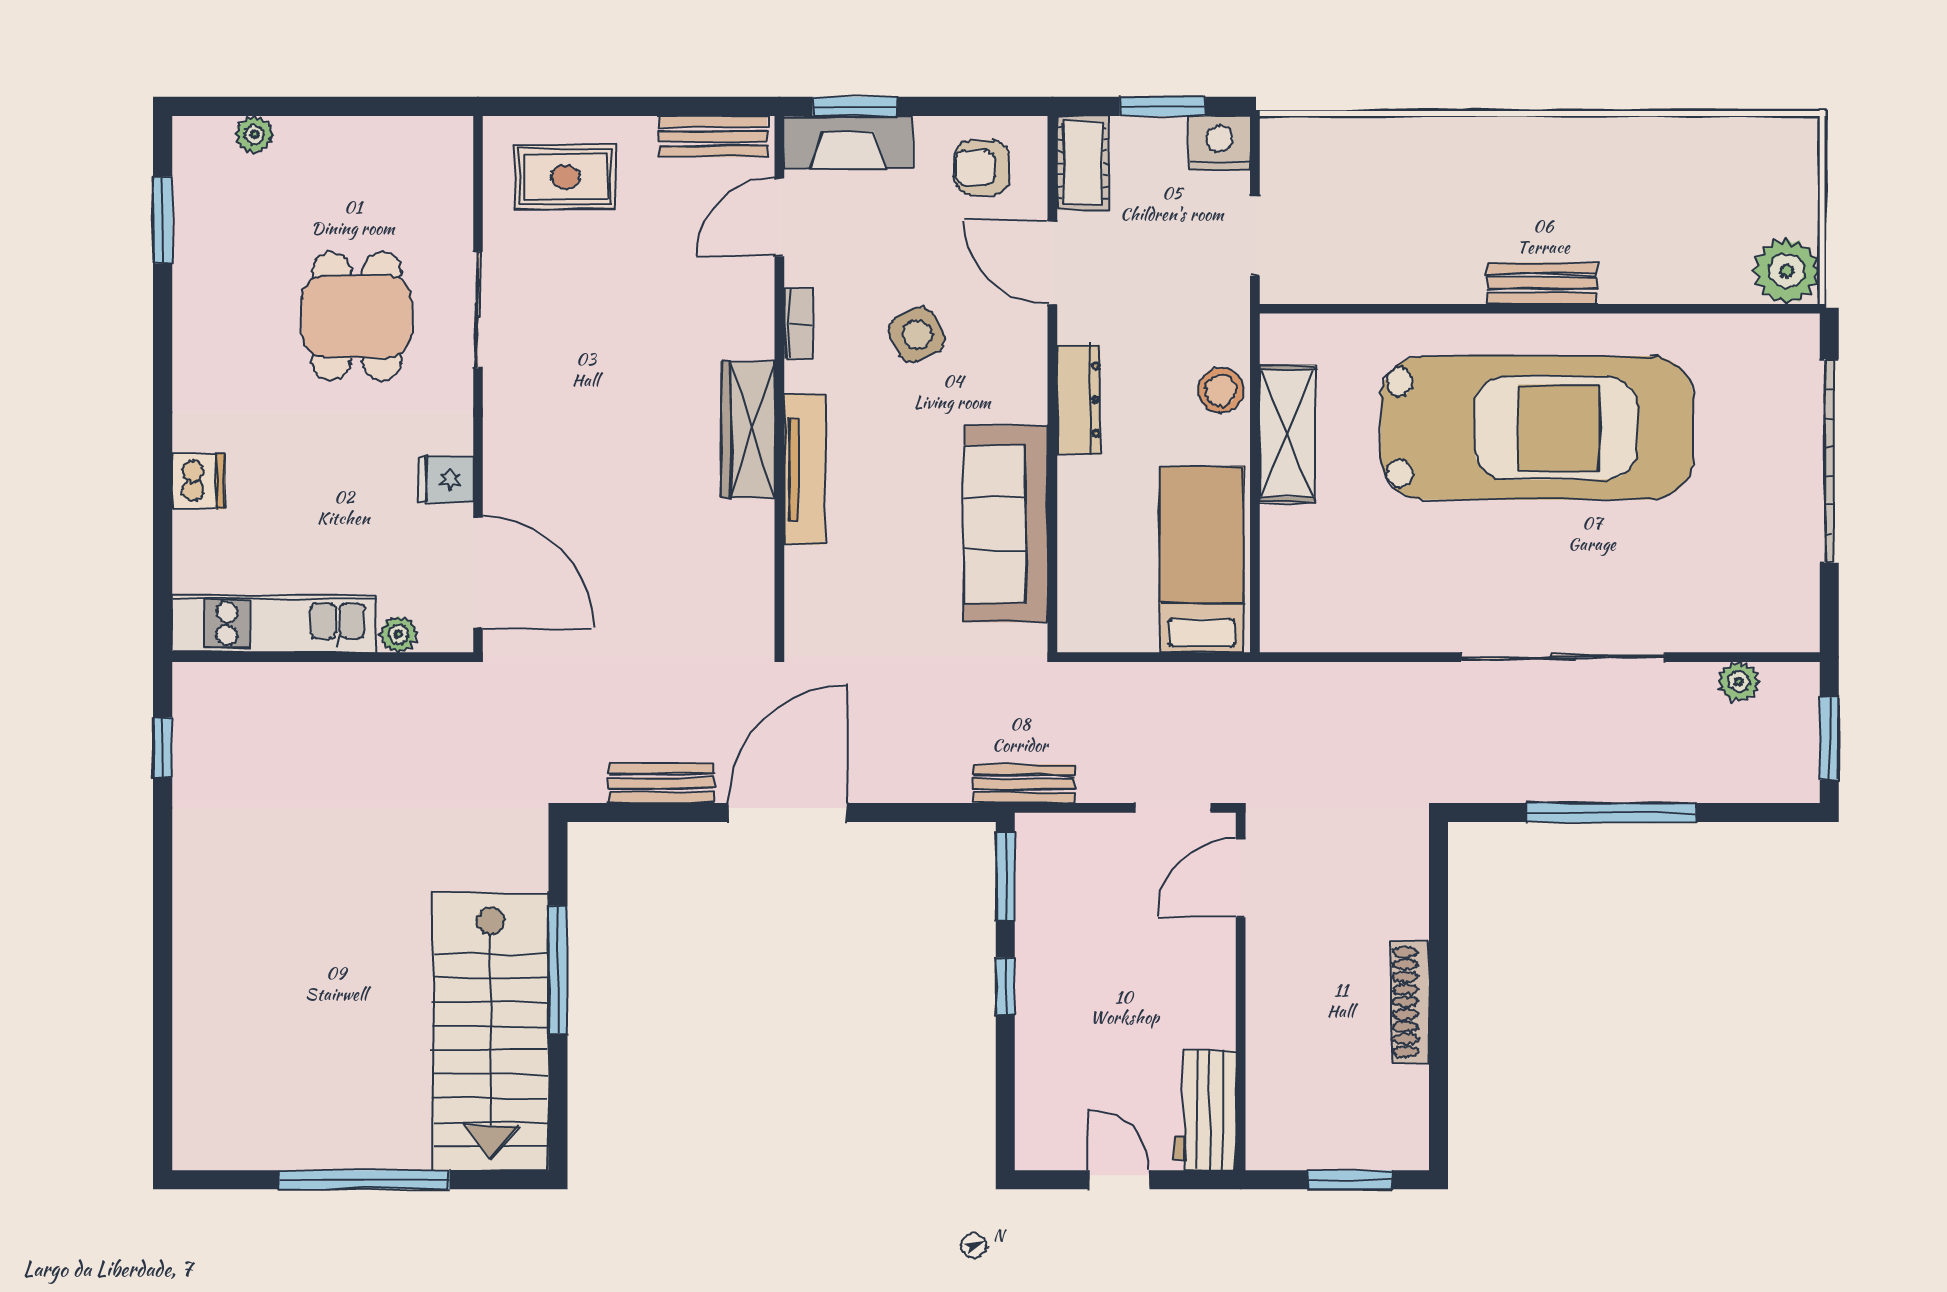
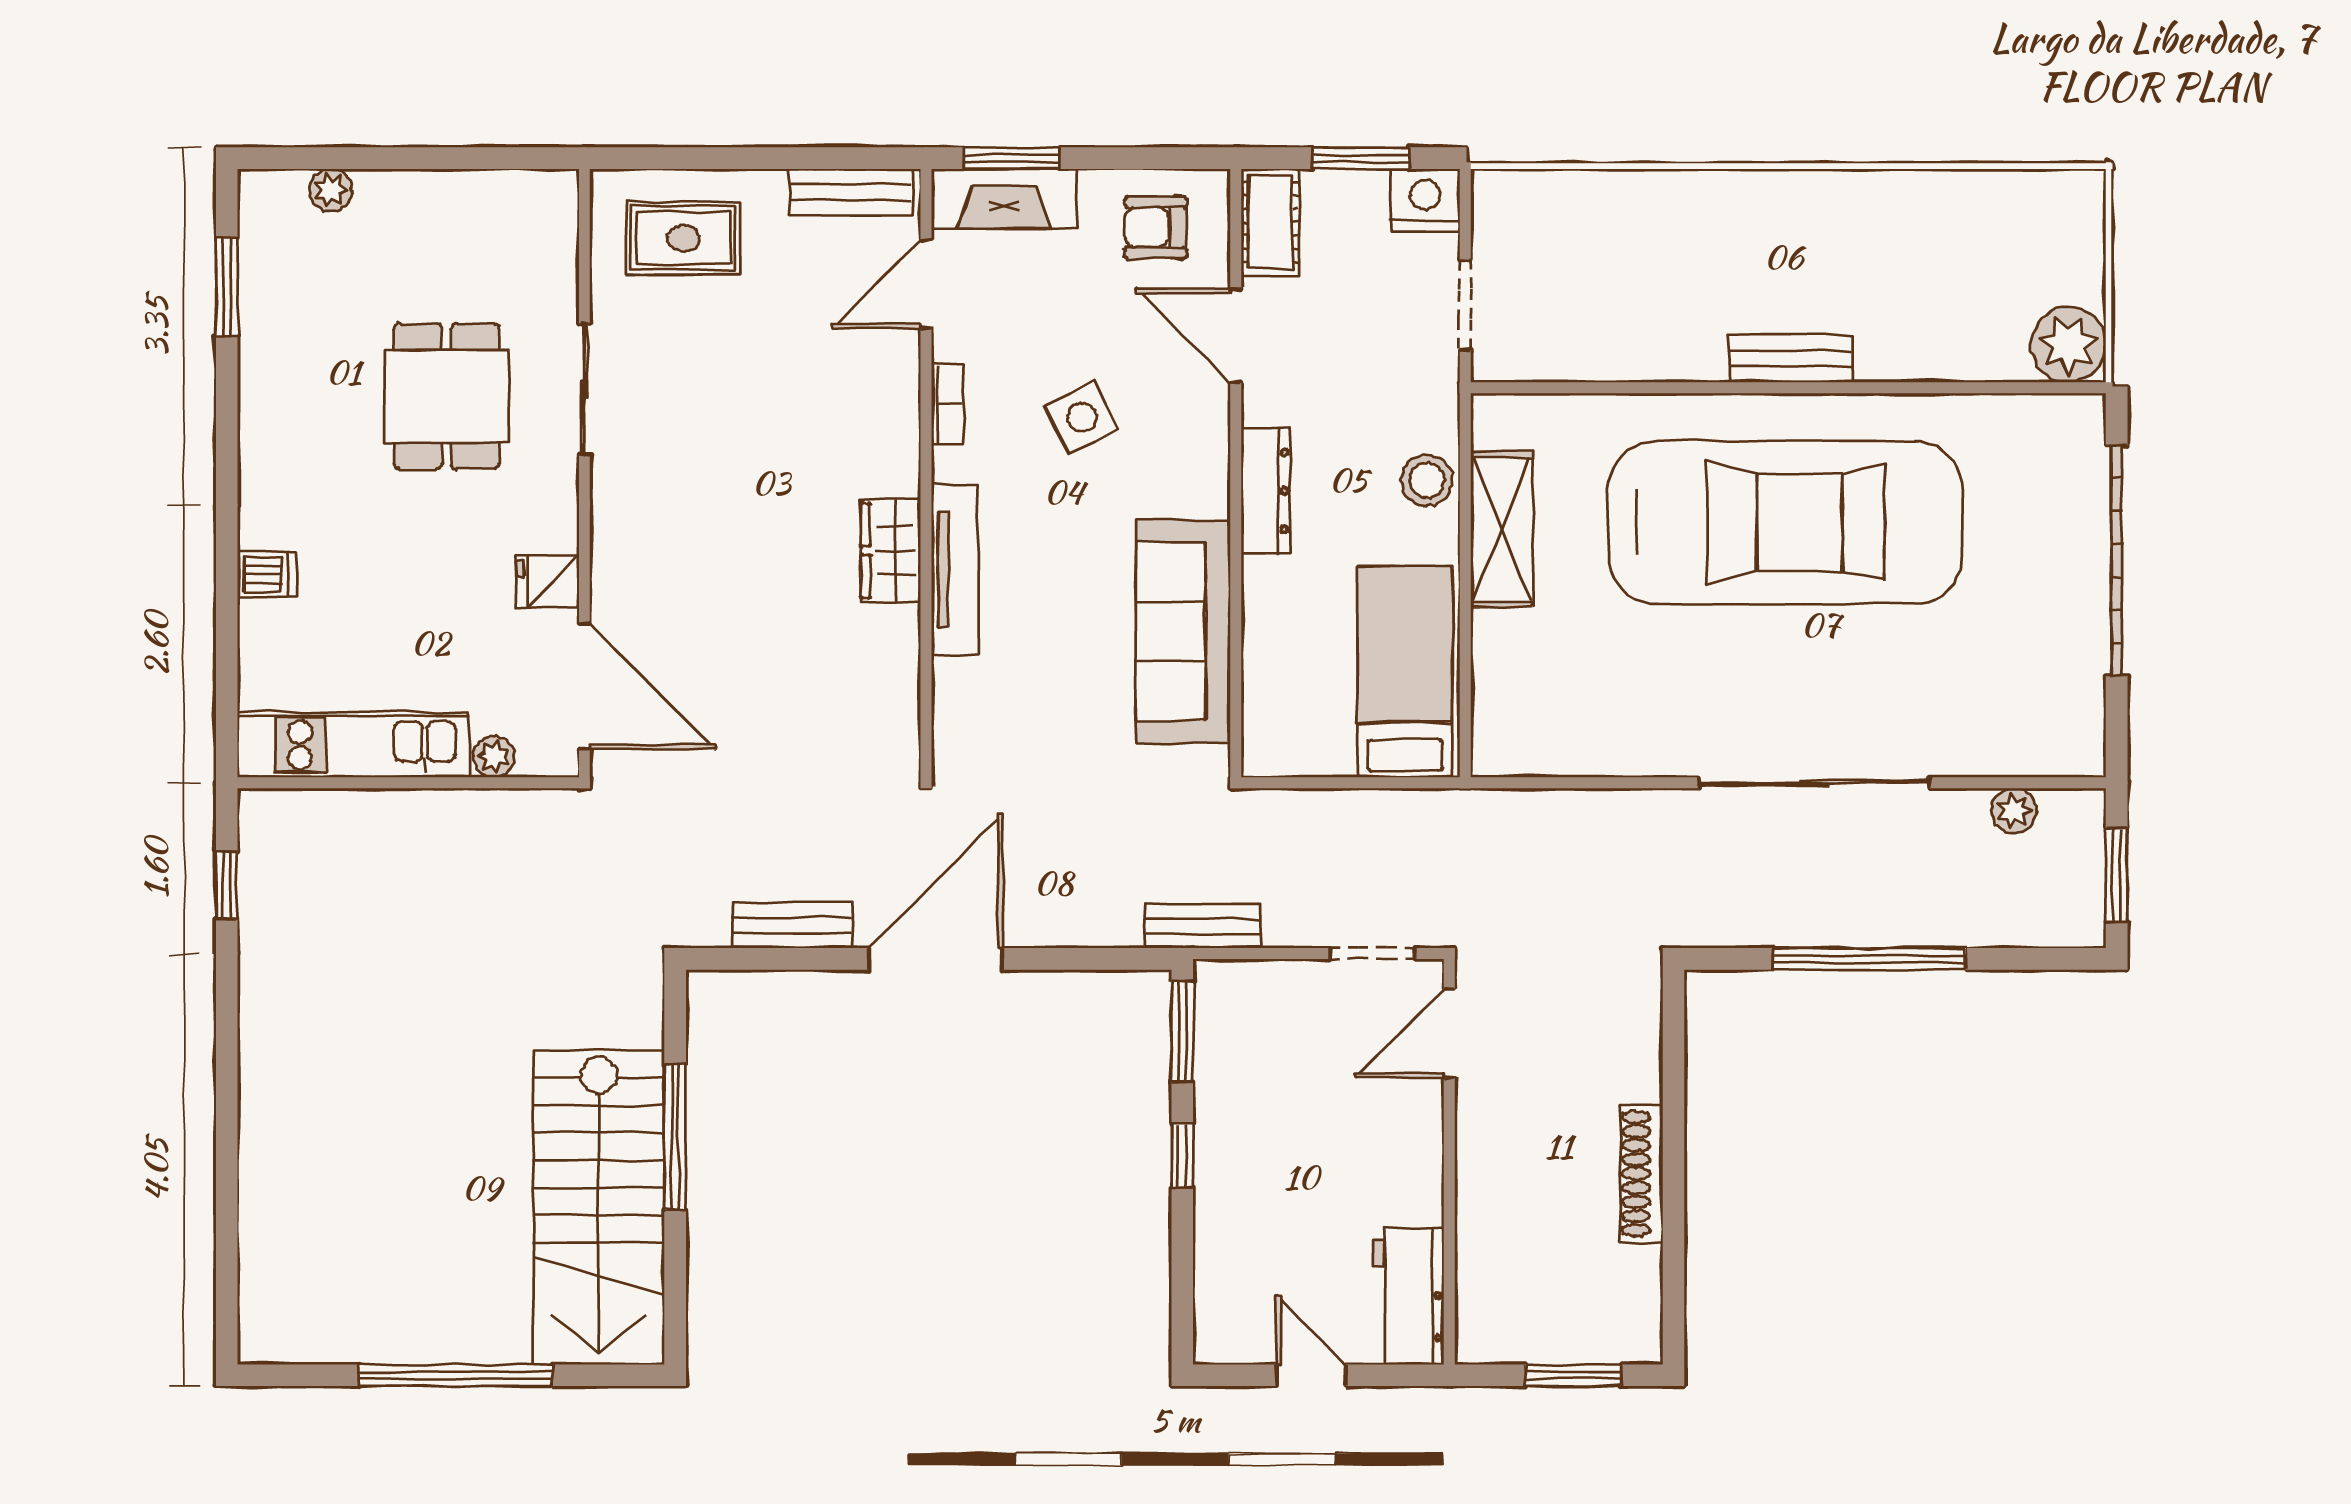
wardrobe: (748, 430) -> (891, 551), width x0.67
dishwasher: (198, 481) -> (267, 574), width x0.73

